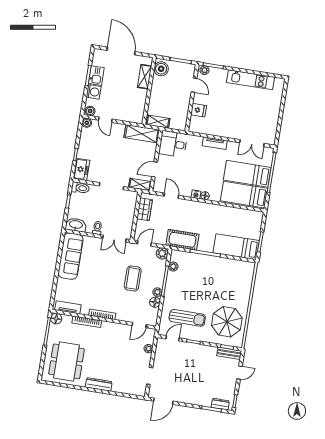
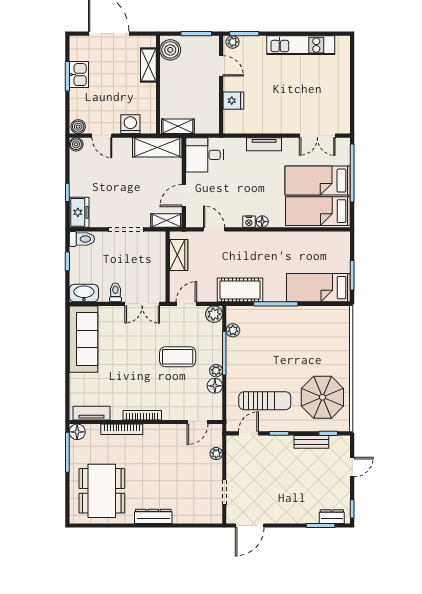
washing machine: (94, 92) -> (130, 124), moved, turned -90
coffee table: (133, 278) -> (178, 357), turned 90
bench: (229, 353) -> (311, 442), moved

